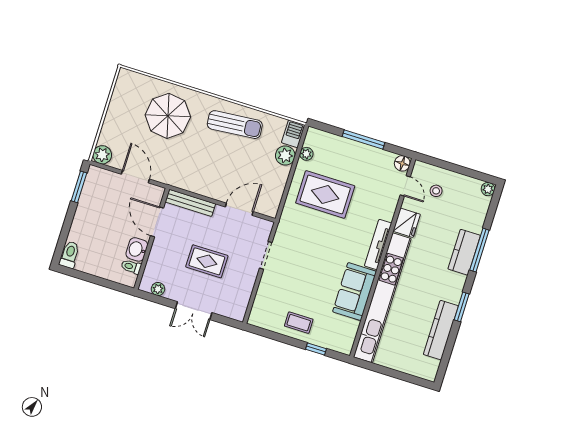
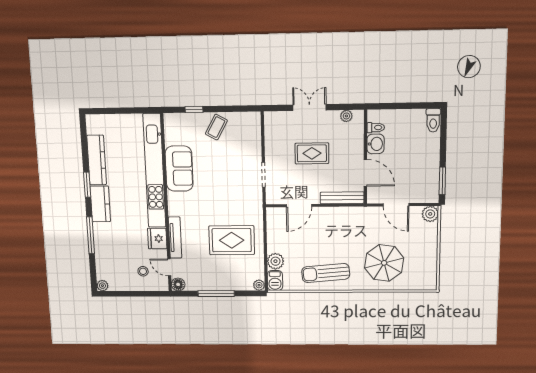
plant: (306, 154) -> (259, 285), moved
tv unit: (378, 245) -> (175, 238), moved
kitchen counter: (464, 252) -> (100, 204), moved
coffee table: (299, 323) -> (216, 127), turned -61

